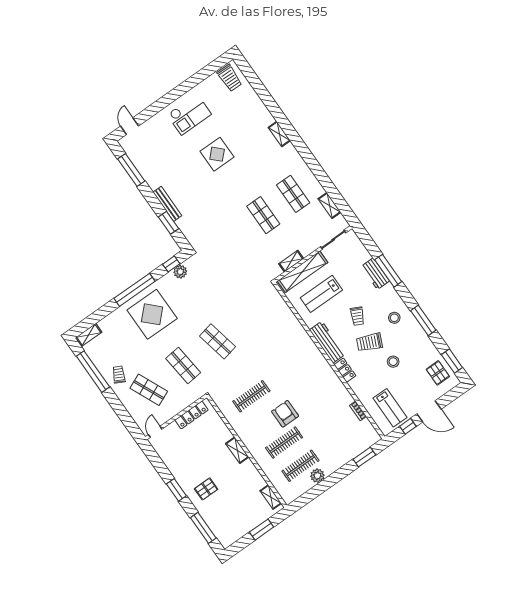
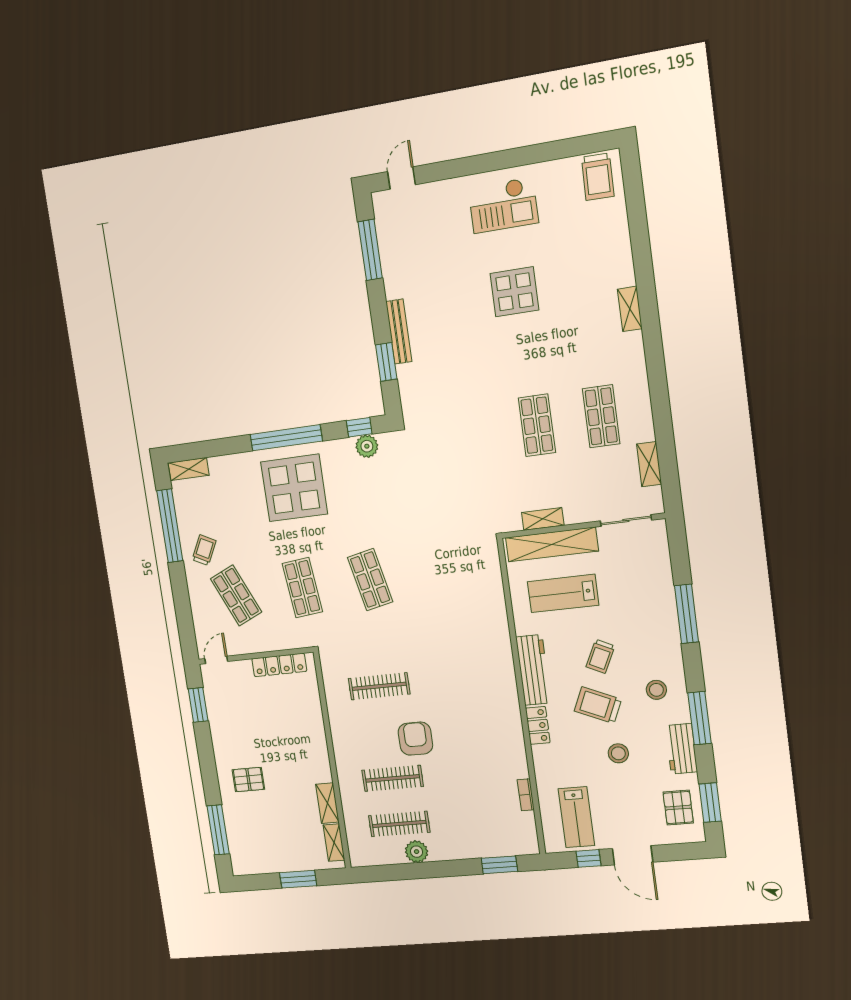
workbench: (375, 274) -> (681, 749), moved
shelving: (237, 450) -> (327, 803), moved
window: (176, 490) -> (198, 705), moved

